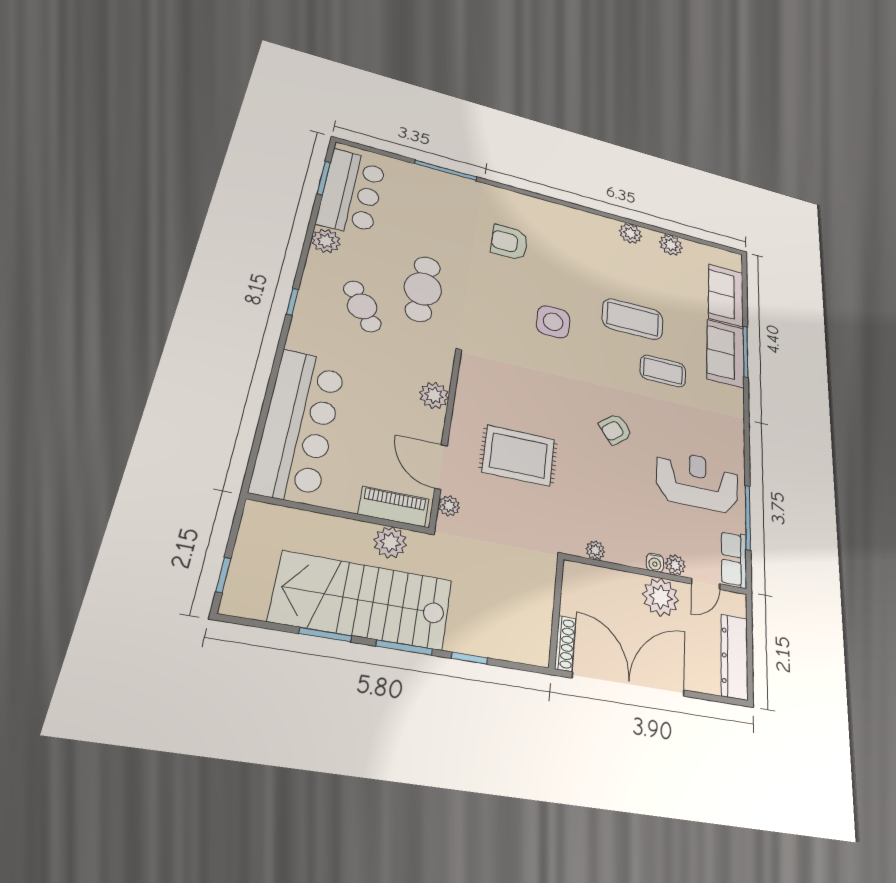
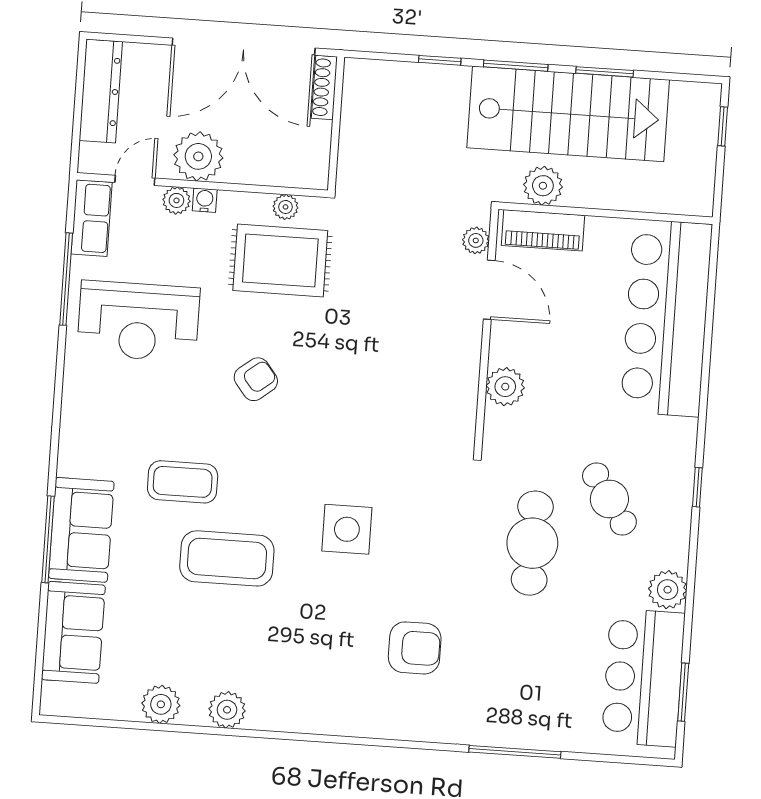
rug: (519, 455) -> (280, 260), moved

